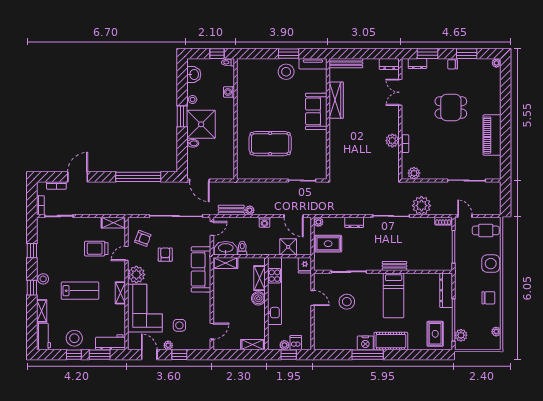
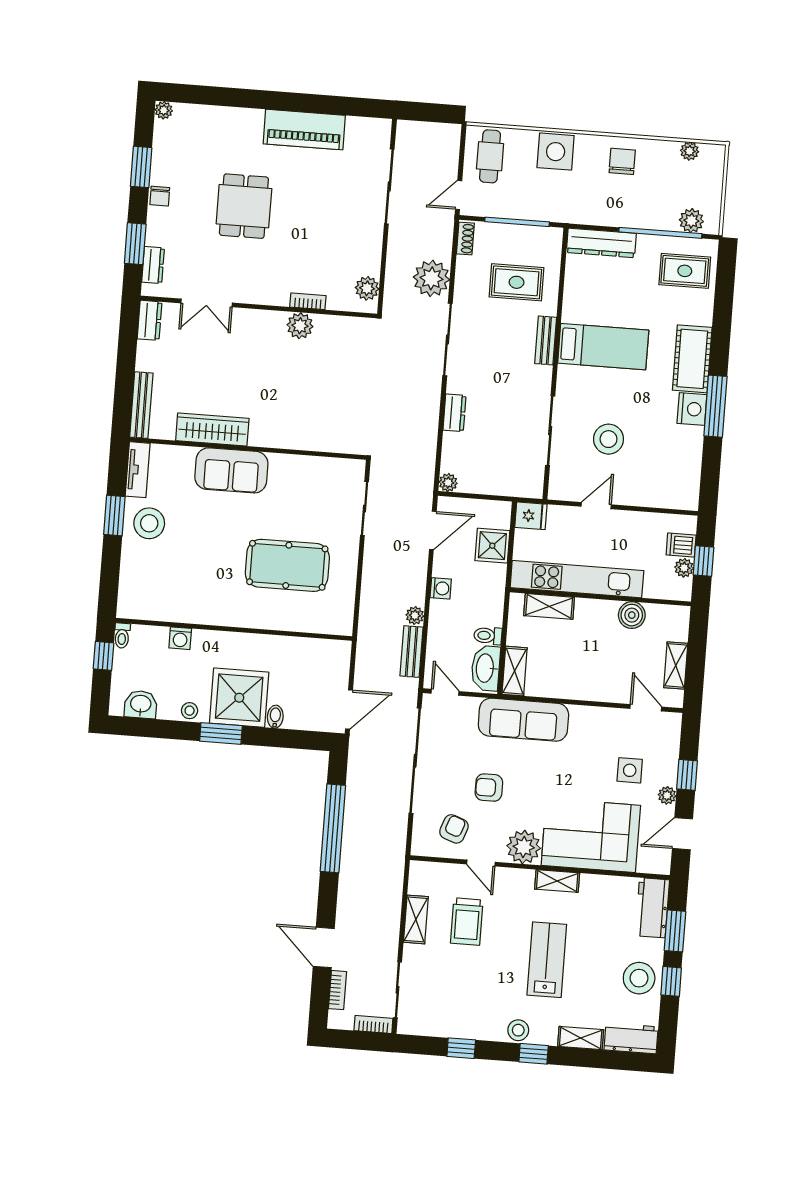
pool table: (270, 144) -> (287, 565), turned 90
shelving: (113, 223) -> (416, 919), moved
rug: (328, 244) -> (517, 282), moved, turned 90
boiler: (258, 298) -> (632, 615), moved
shelving: (253, 345) -> (676, 665), moved

